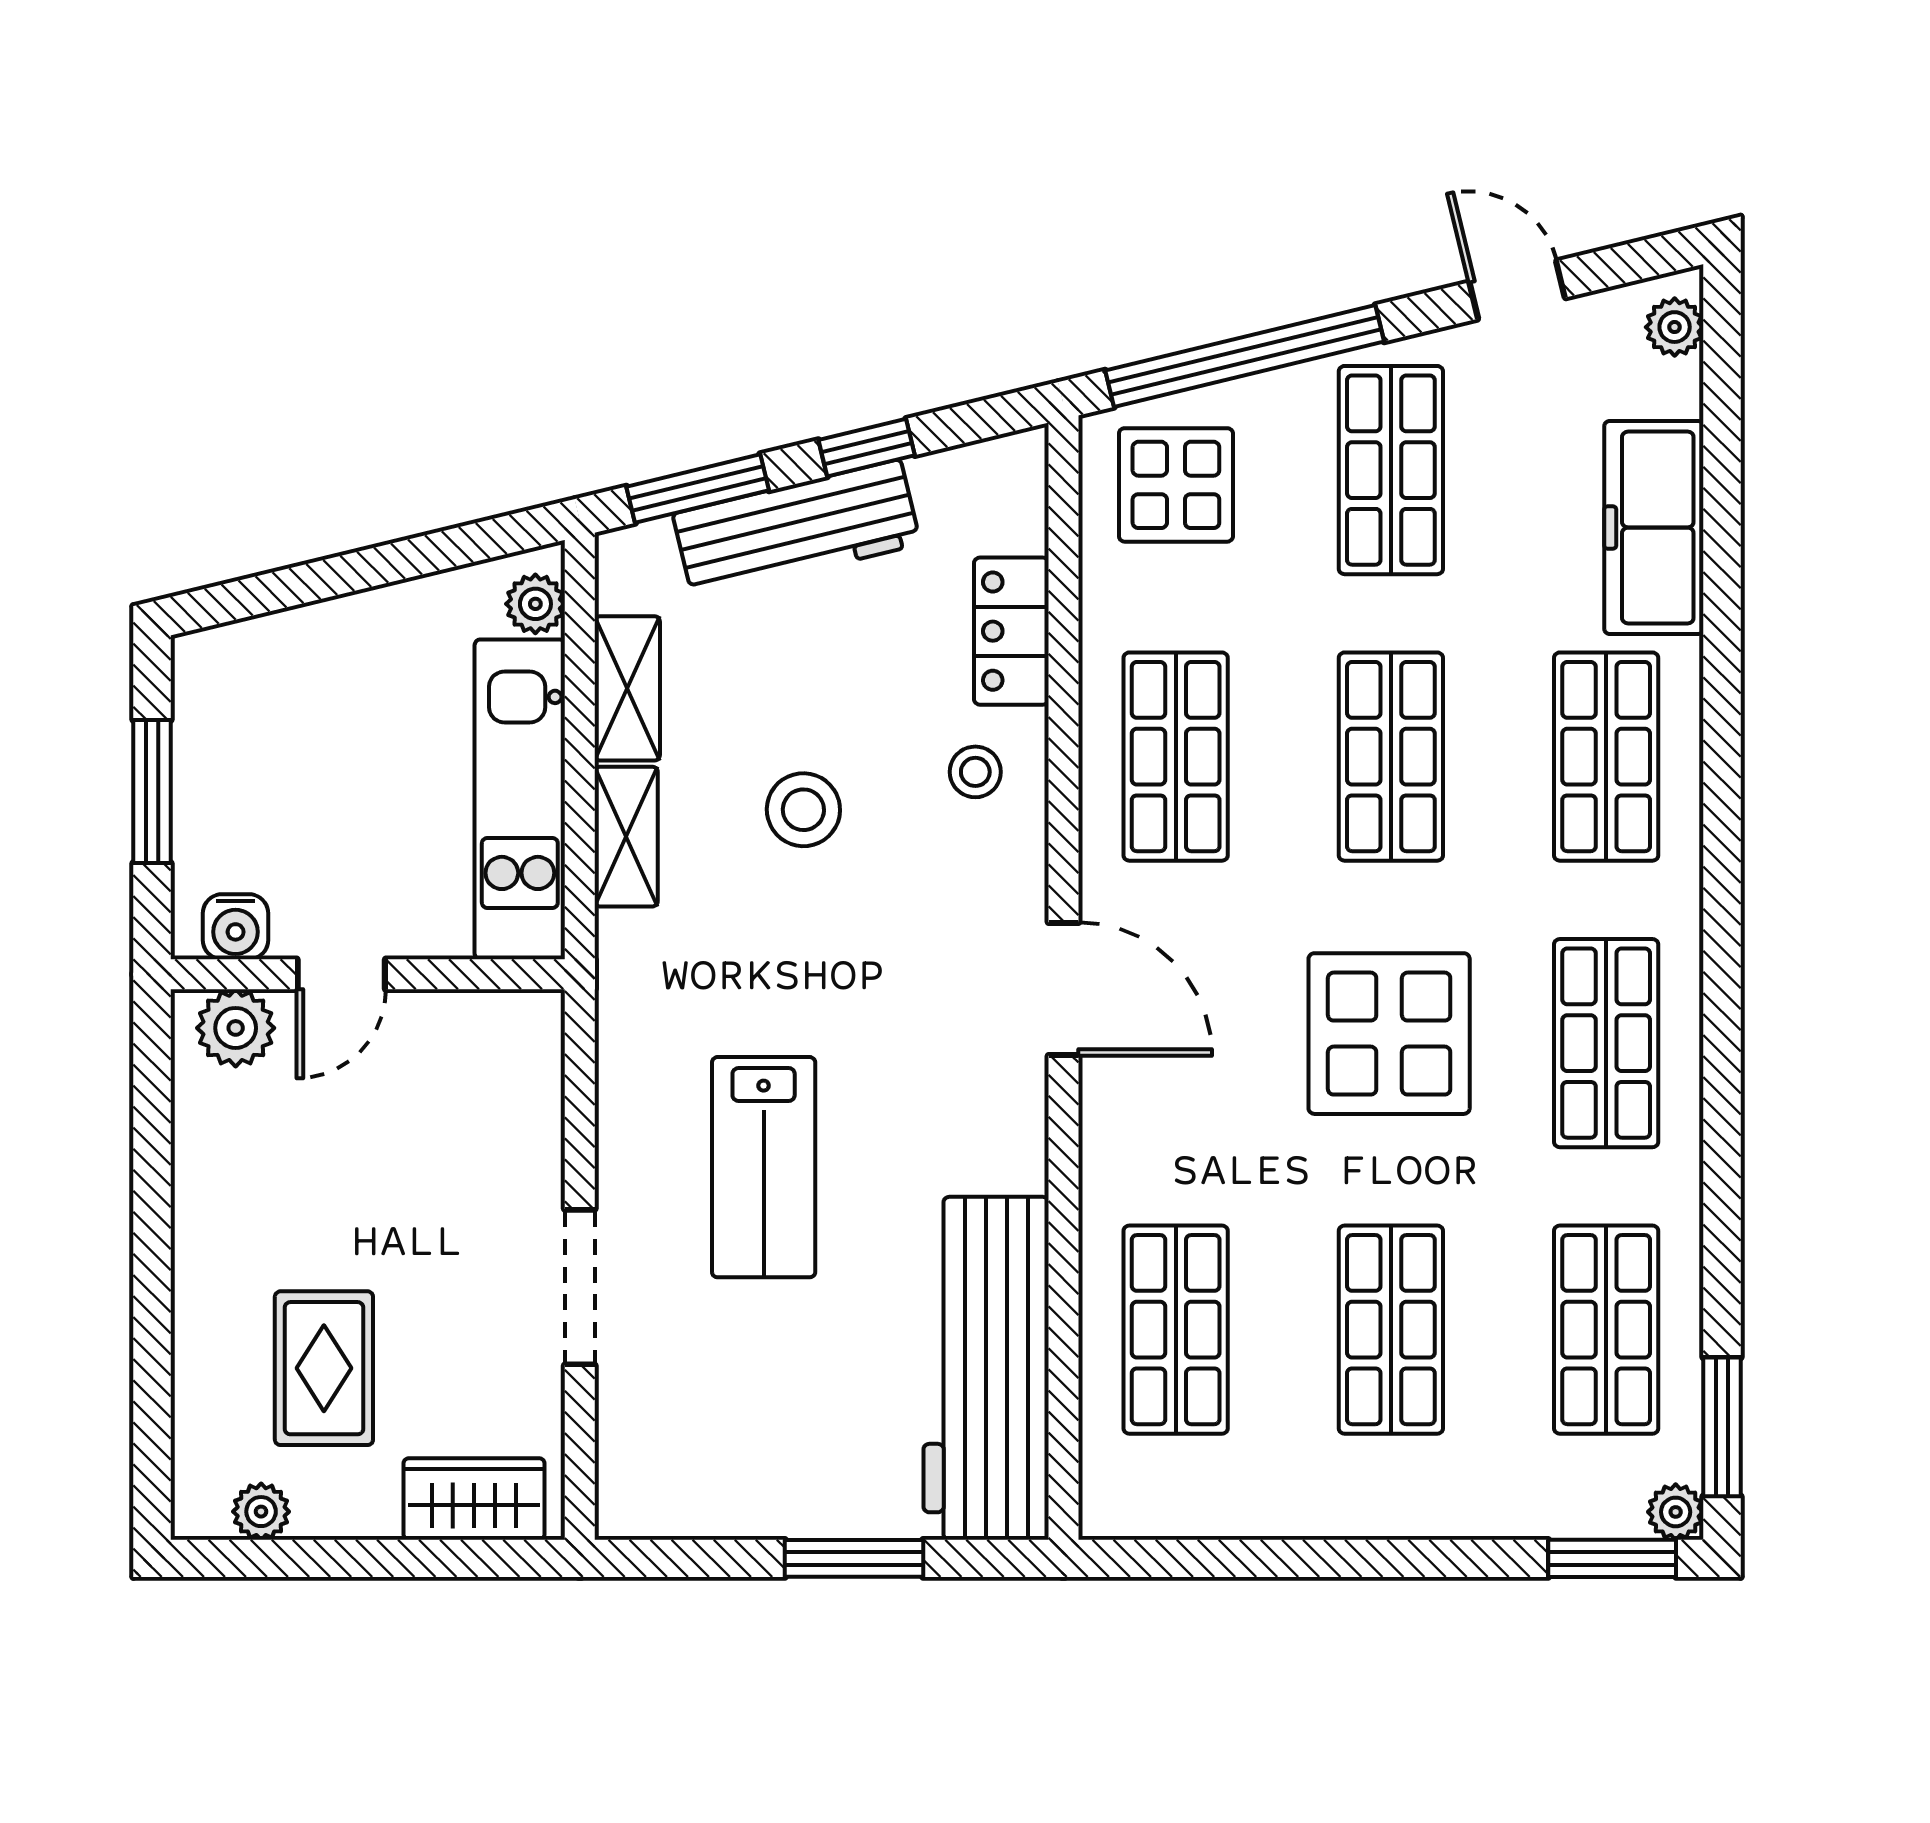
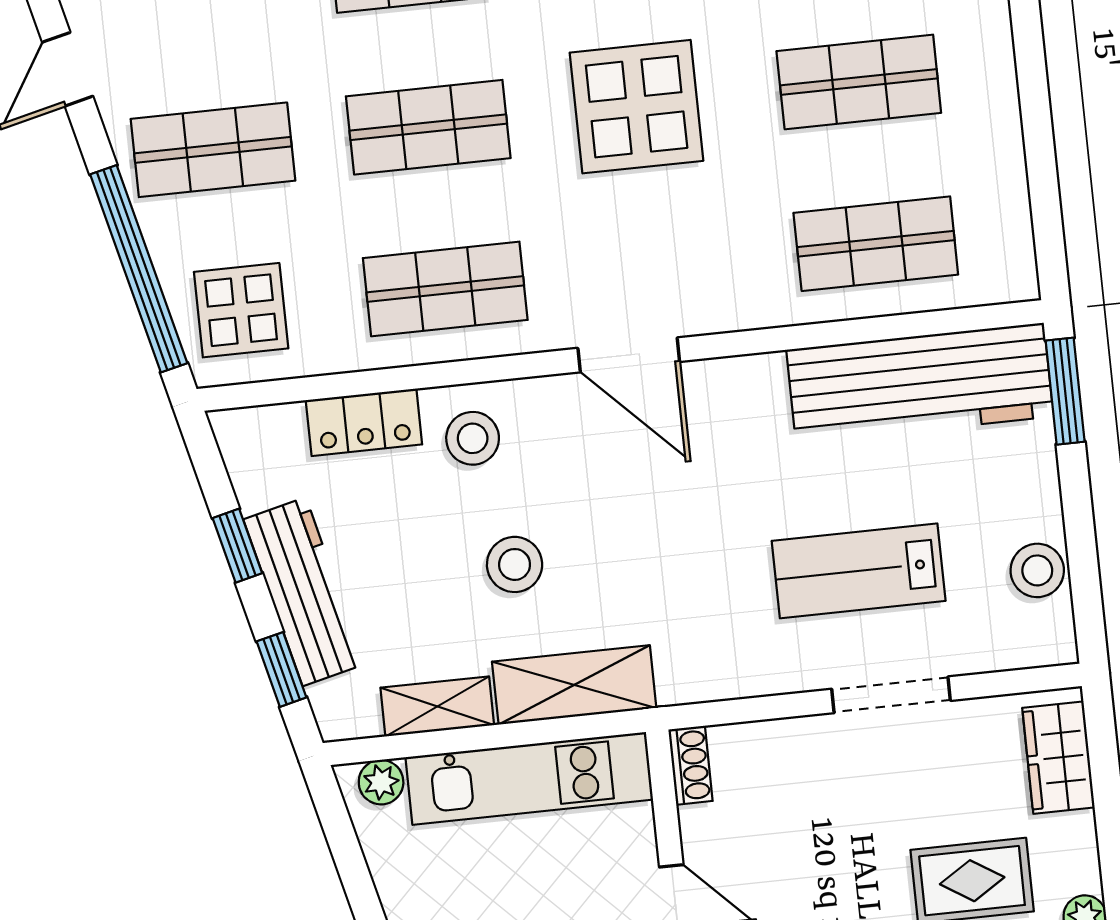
window: (698, 489) -> (282, 669), width x0.67
stool: (975, 772) -> (473, 438), width x1.37, depth x1.37
shelving: (626, 837) -> (574, 685), width x1.50, depth x1.33
door: (1063, 989) -> (629, 355), swing flipped
shoe rack: (515, 1013) -> (690, 765), added
lab bench: (764, 1167) -> (859, 571), moved, turned 180
stool: (723, 1497) -> (1037, 570), added
window: (854, 1558) -> (1065, 391), moved

